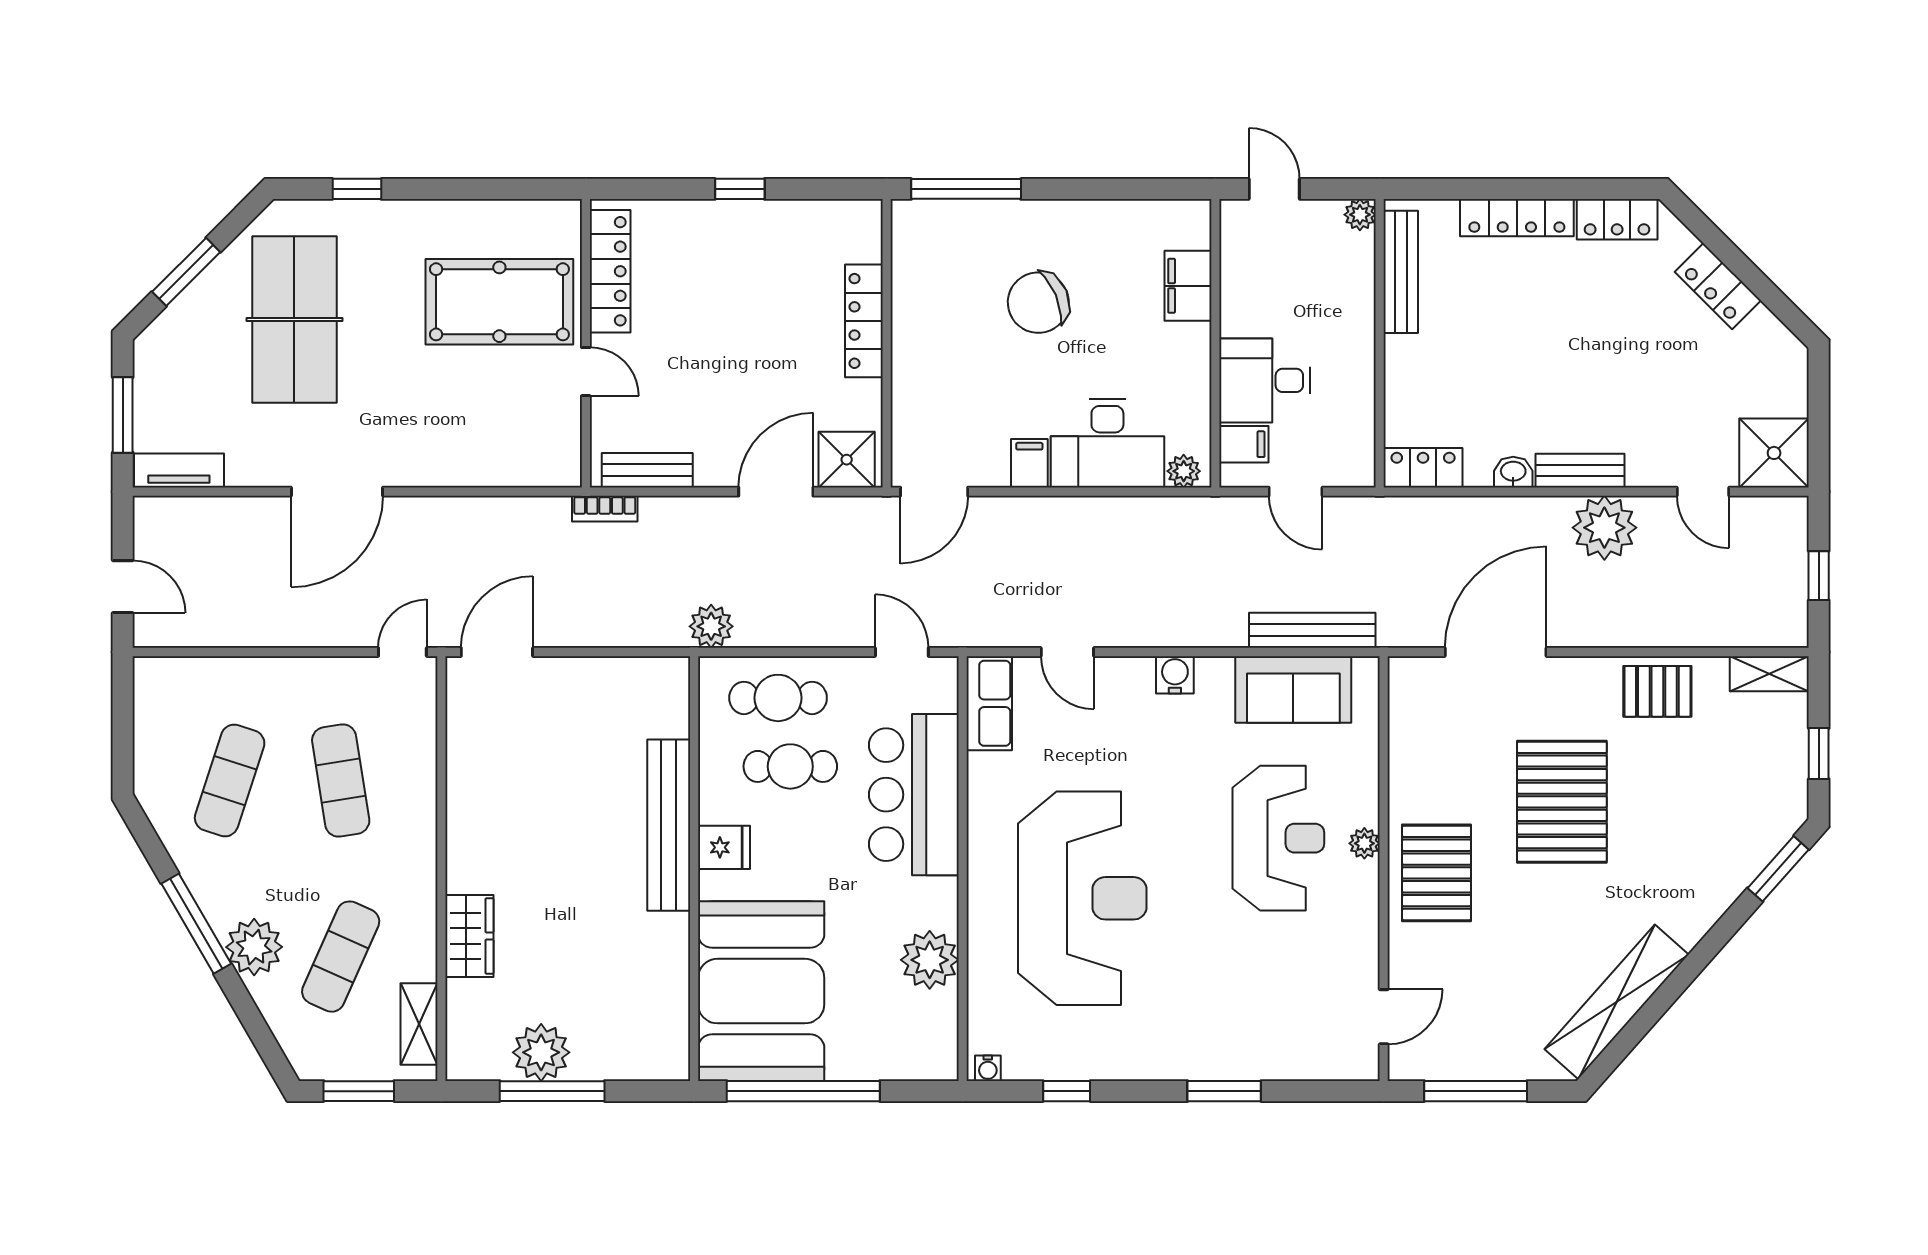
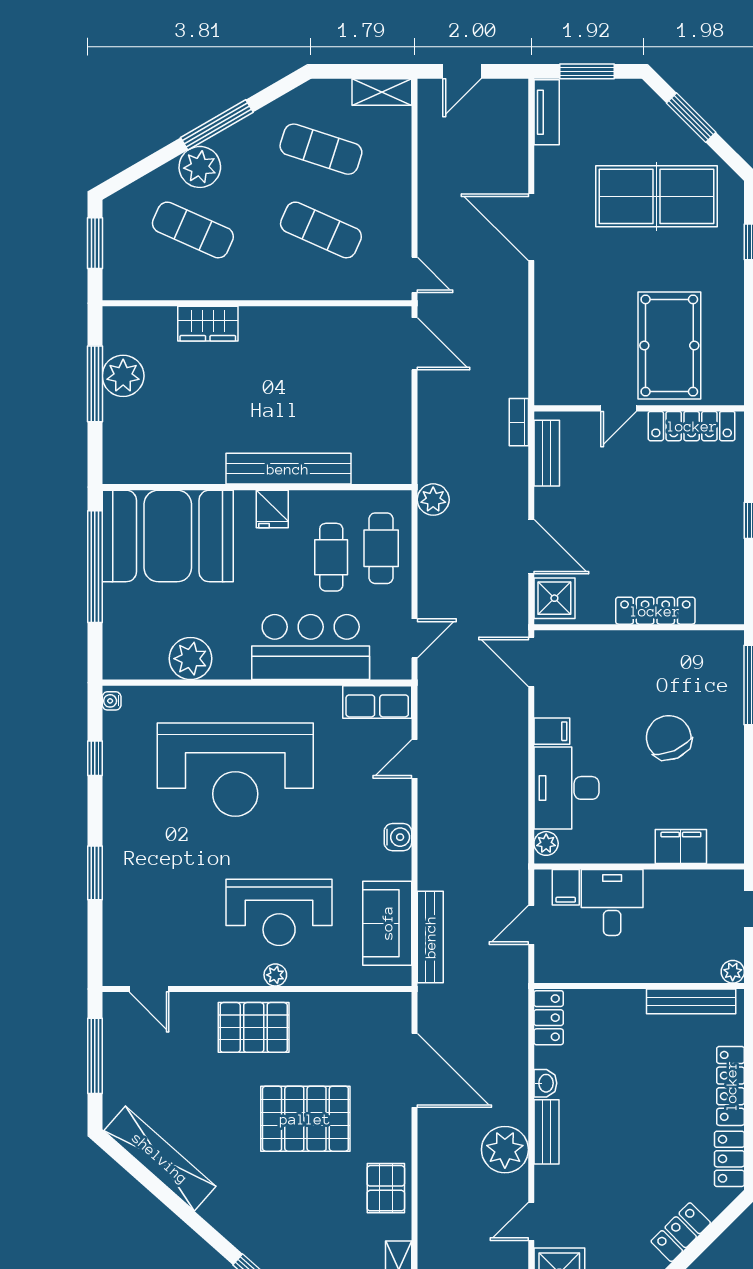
exercise mat: (341, 780) -> (321, 230), turned 33
shelving: (419, 1024) -> (382, 92), moved

